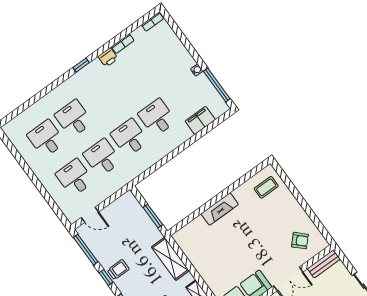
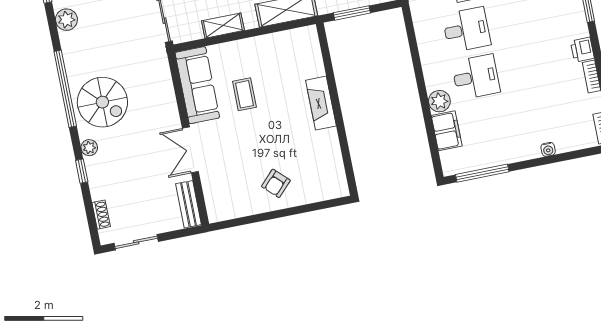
water cooler: (197, 70) -> (548, 149), moved
plant: (183, 134) -> (439, 101), added
coffee table: (266, 187) -> (244, 94), moved
armchair: (300, 241) -> (276, 183), moved

